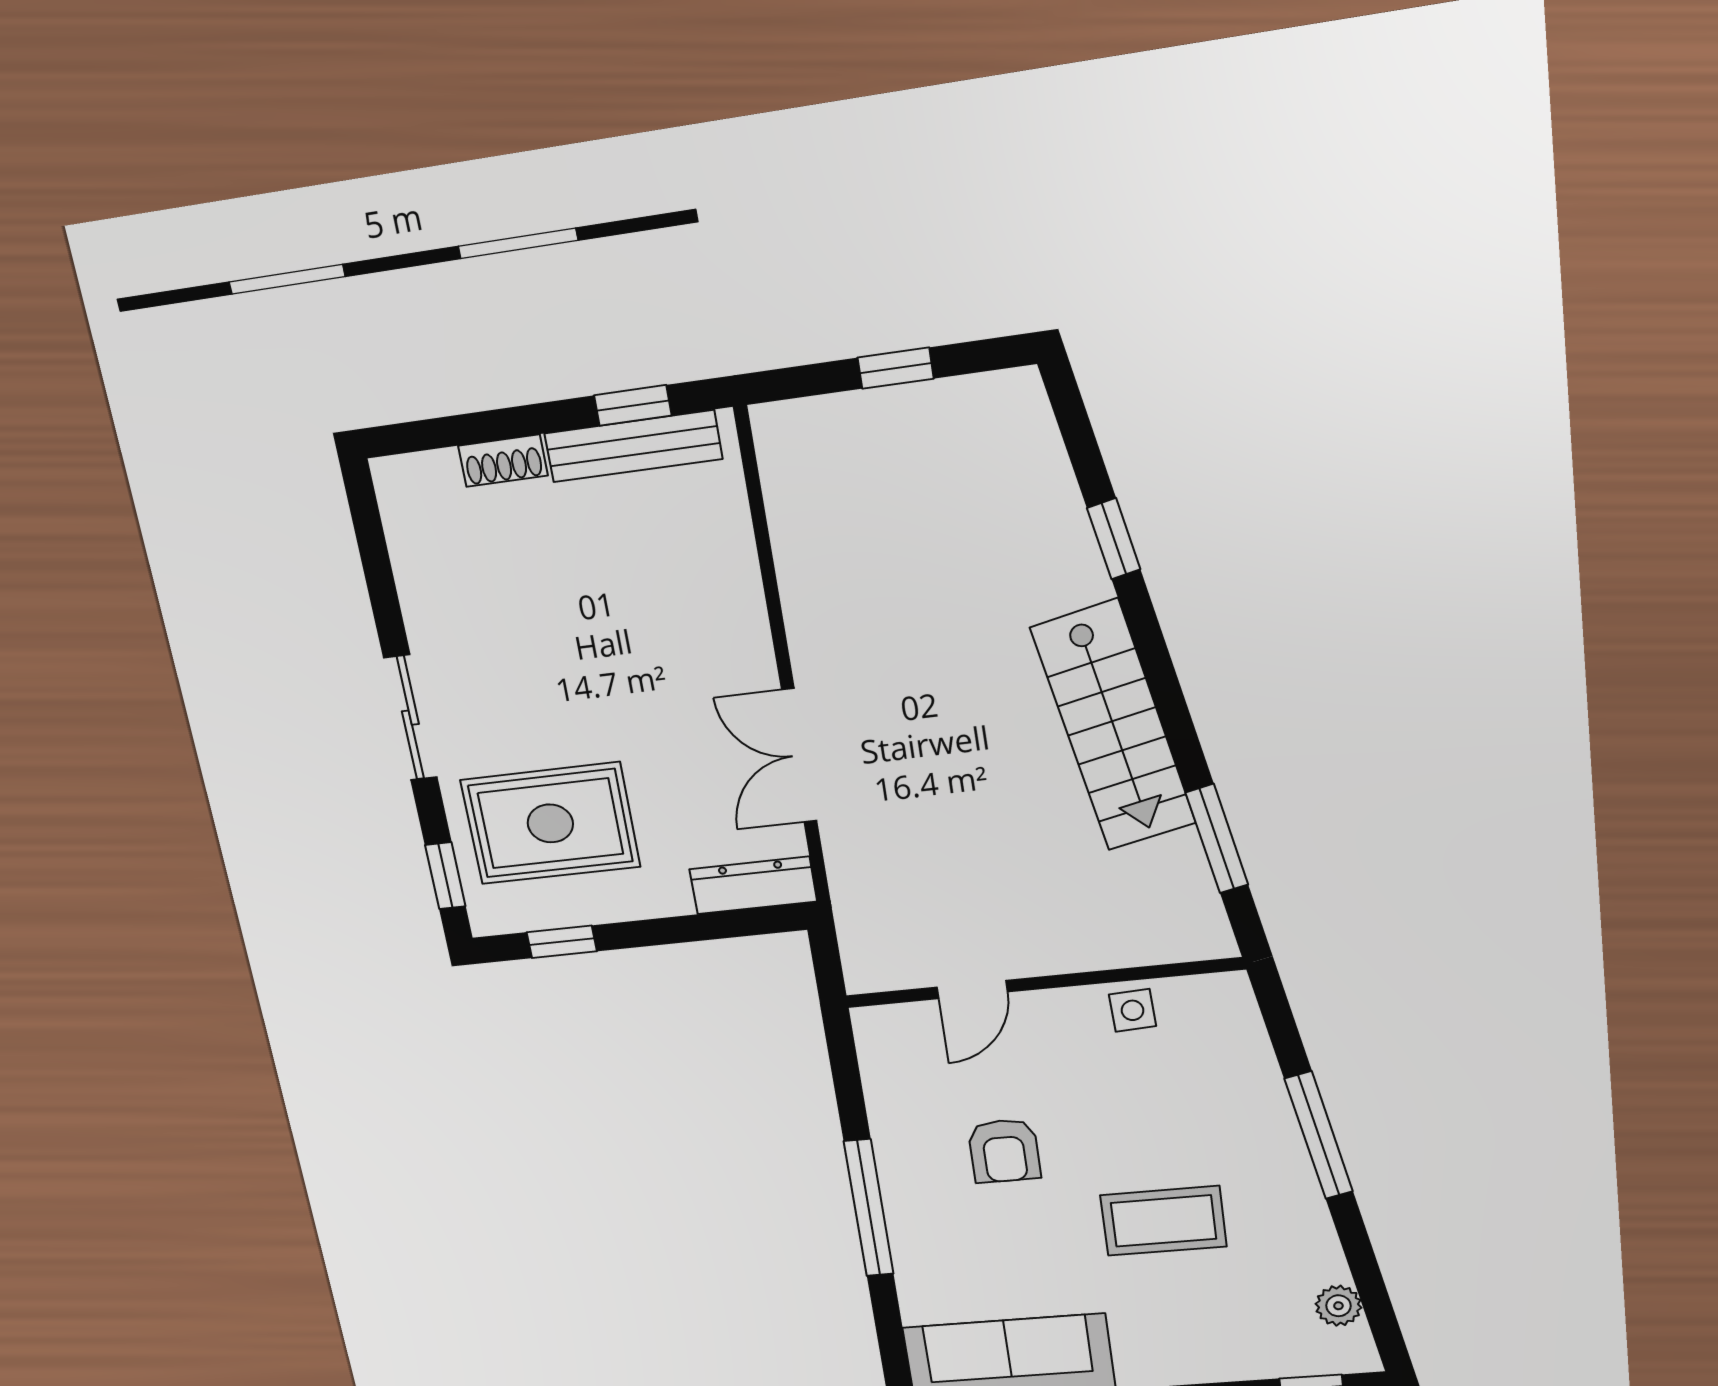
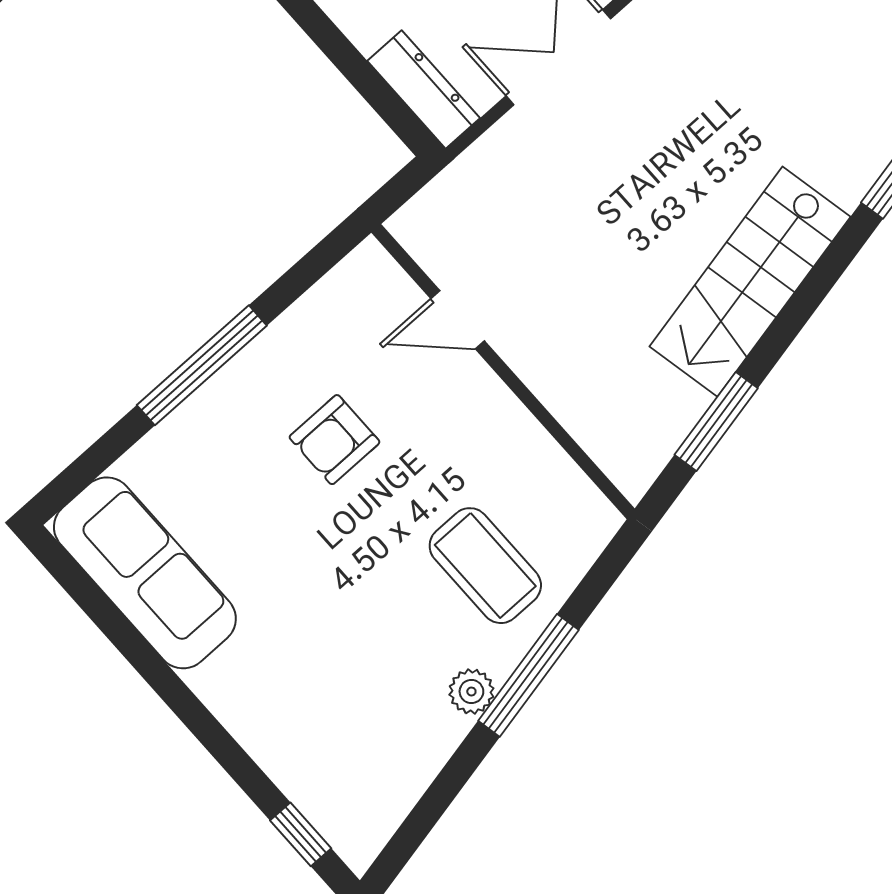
side table: (1132, 1010) -> (530, 456), removed
coffee table: (1163, 1221) -> (485, 566), moved
plant: (1338, 1306) -> (471, 692), moved

